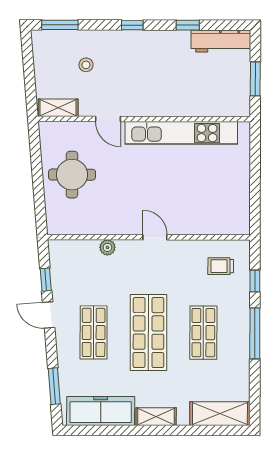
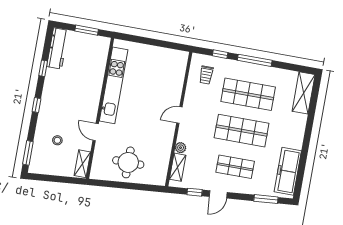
door: (108, 119) -> (96, 132), swing flipped
shop shelf: (203, 333) -> (248, 94), width x1.43, depth x1.36
shelving: (156, 417) -> (178, 167), moved

